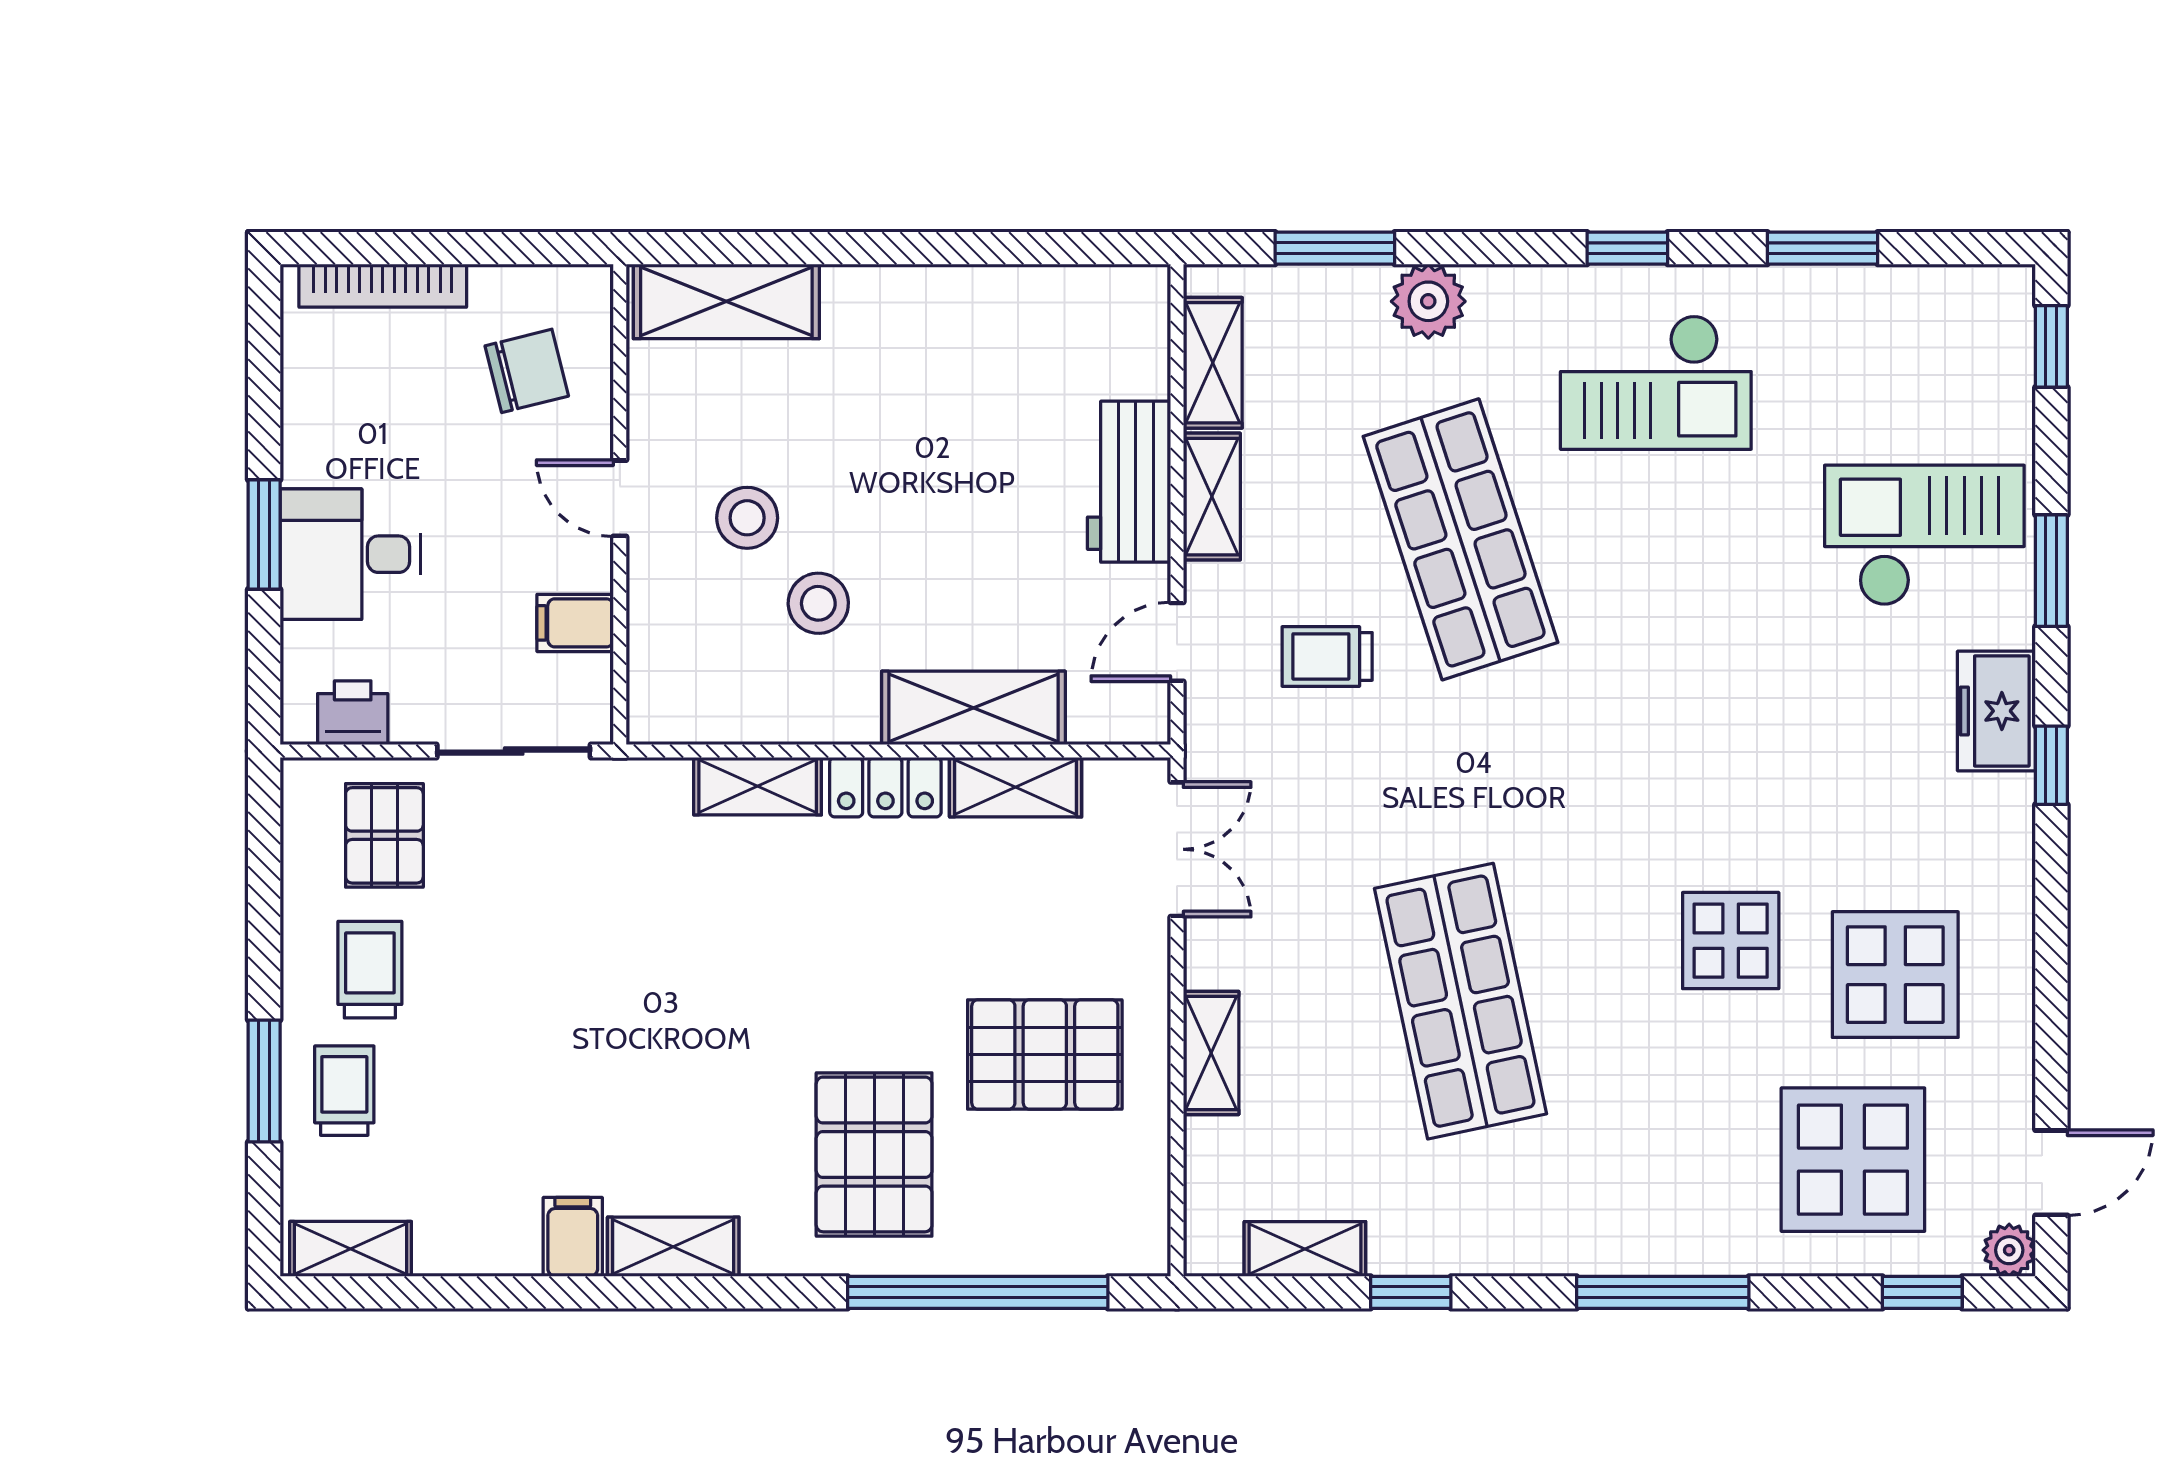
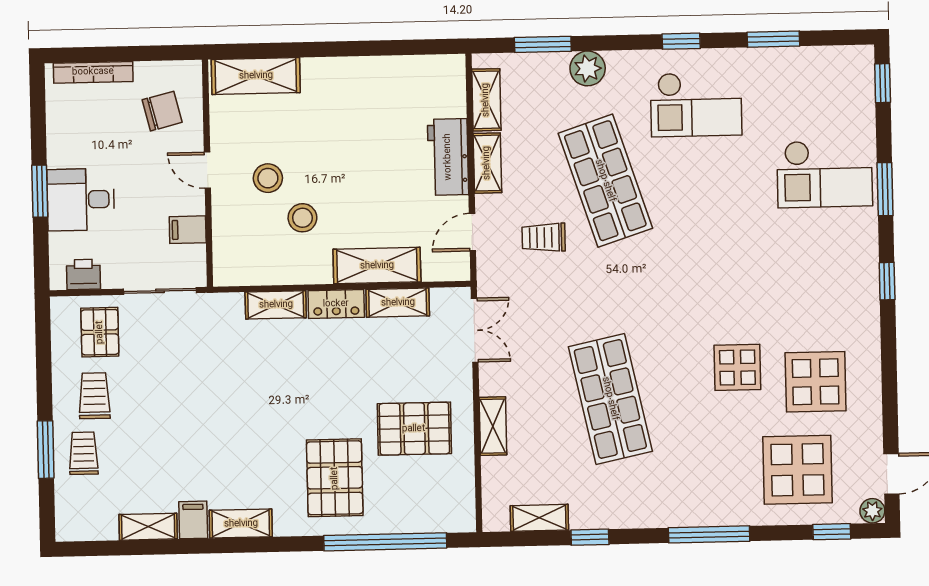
checkout: (1924, 535) -> (825, 174), turned 180
freezer: (1996, 711) -> (861, 256), removed
shelving: (351, 1249) -> (148, 527), moved

